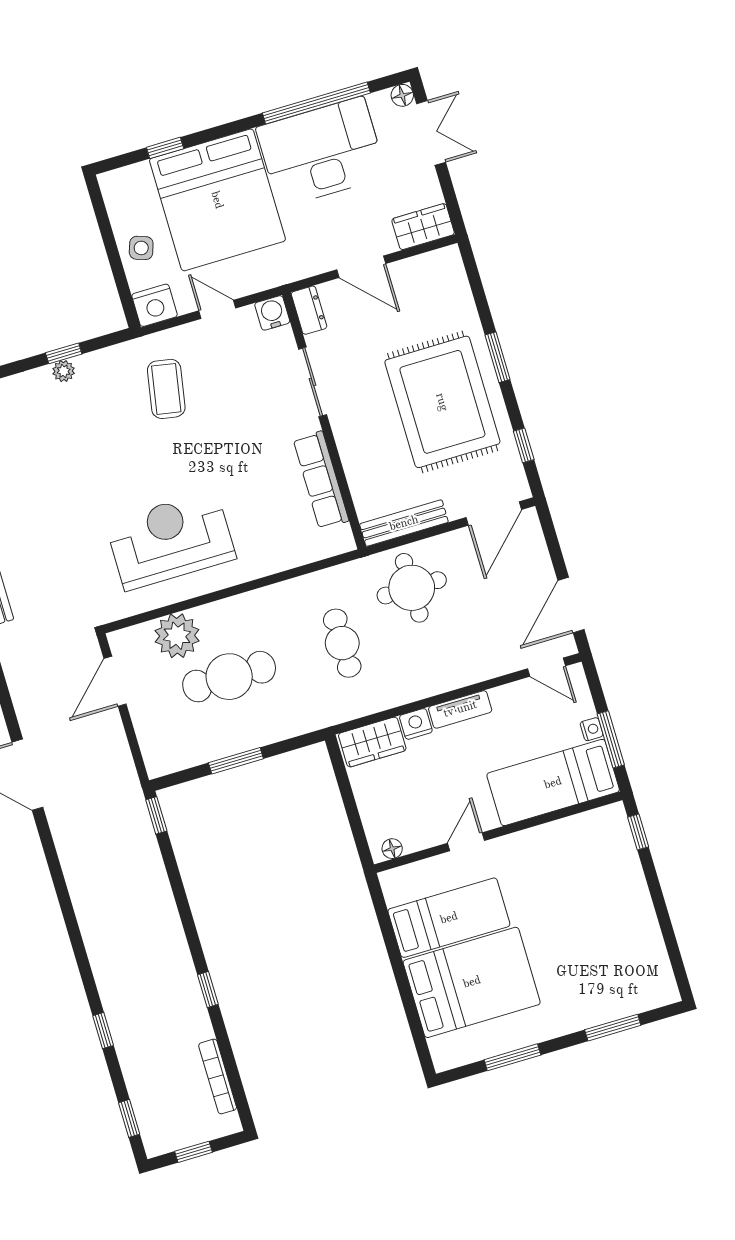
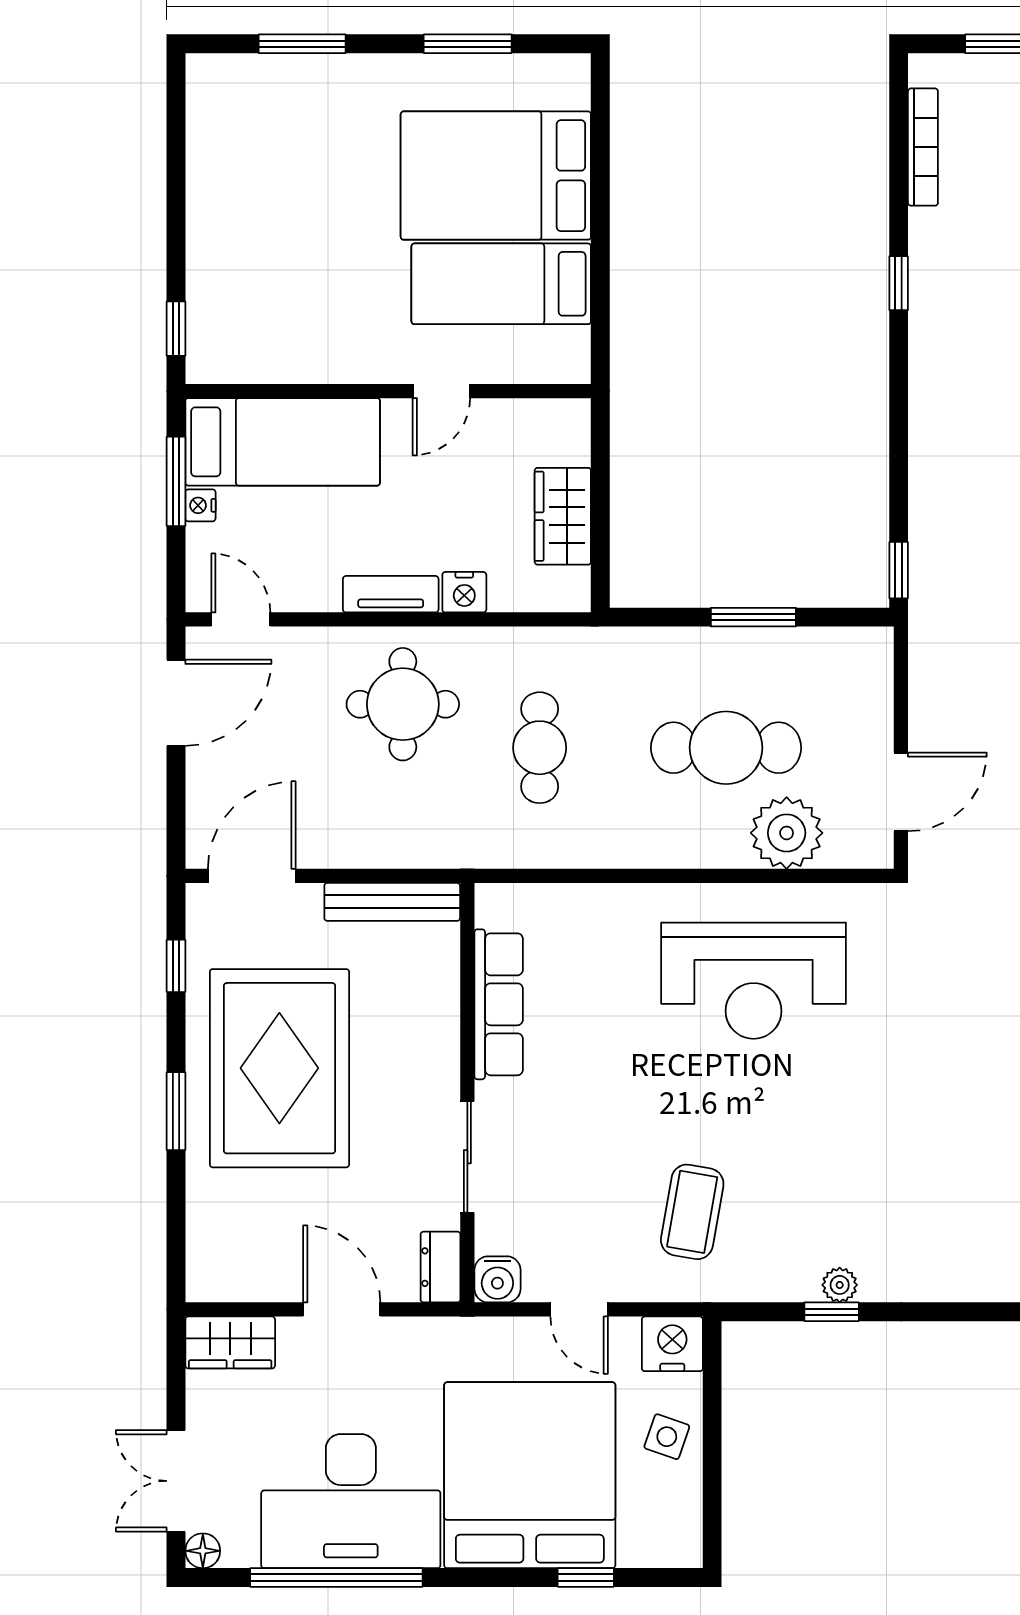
round table: (412, 588) -> (403, 704), moved
wardrobe: (372, 742) -> (563, 516), moved, turned -90
floor lamp: (392, 849) -> (556, 414), removed

